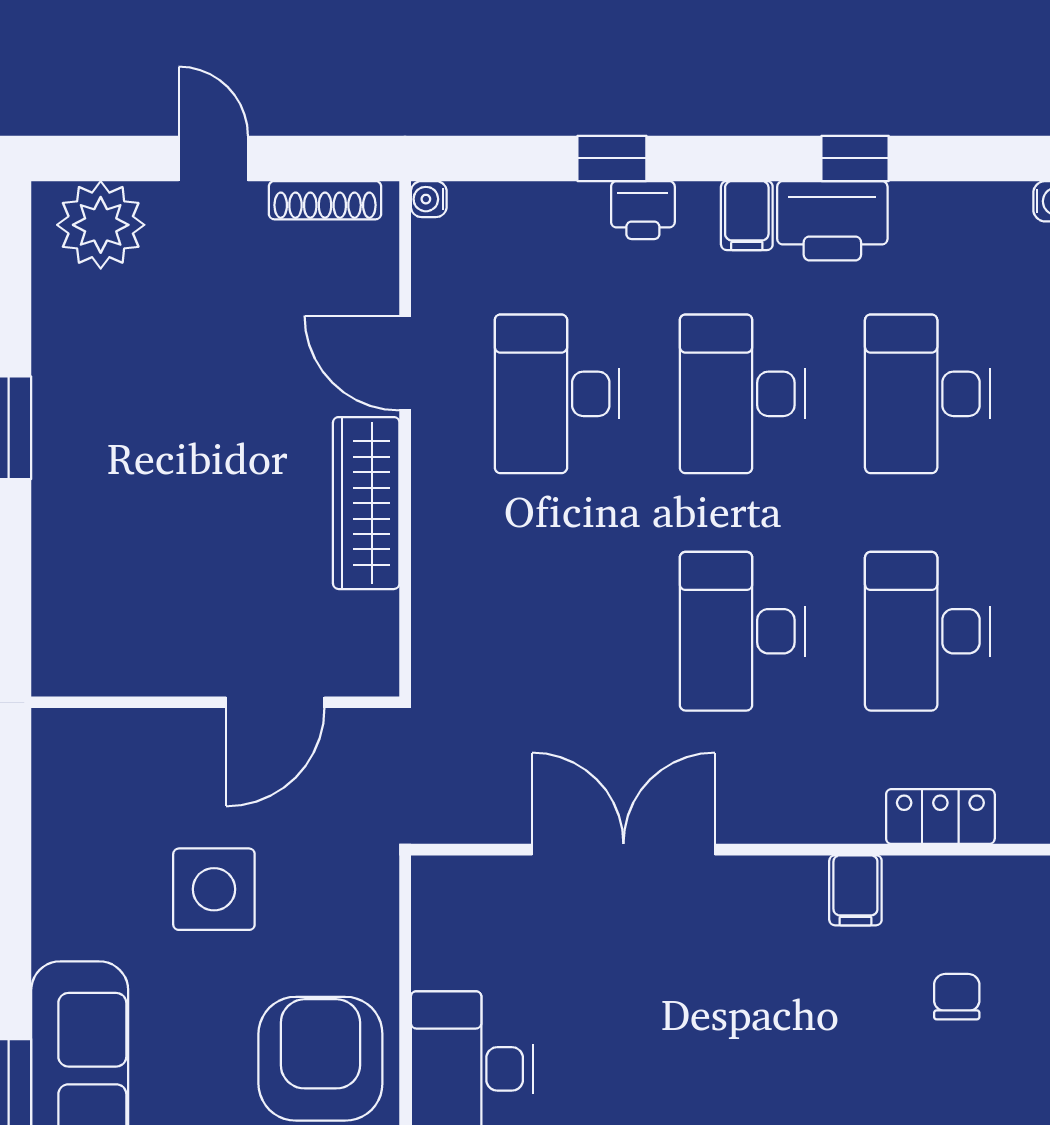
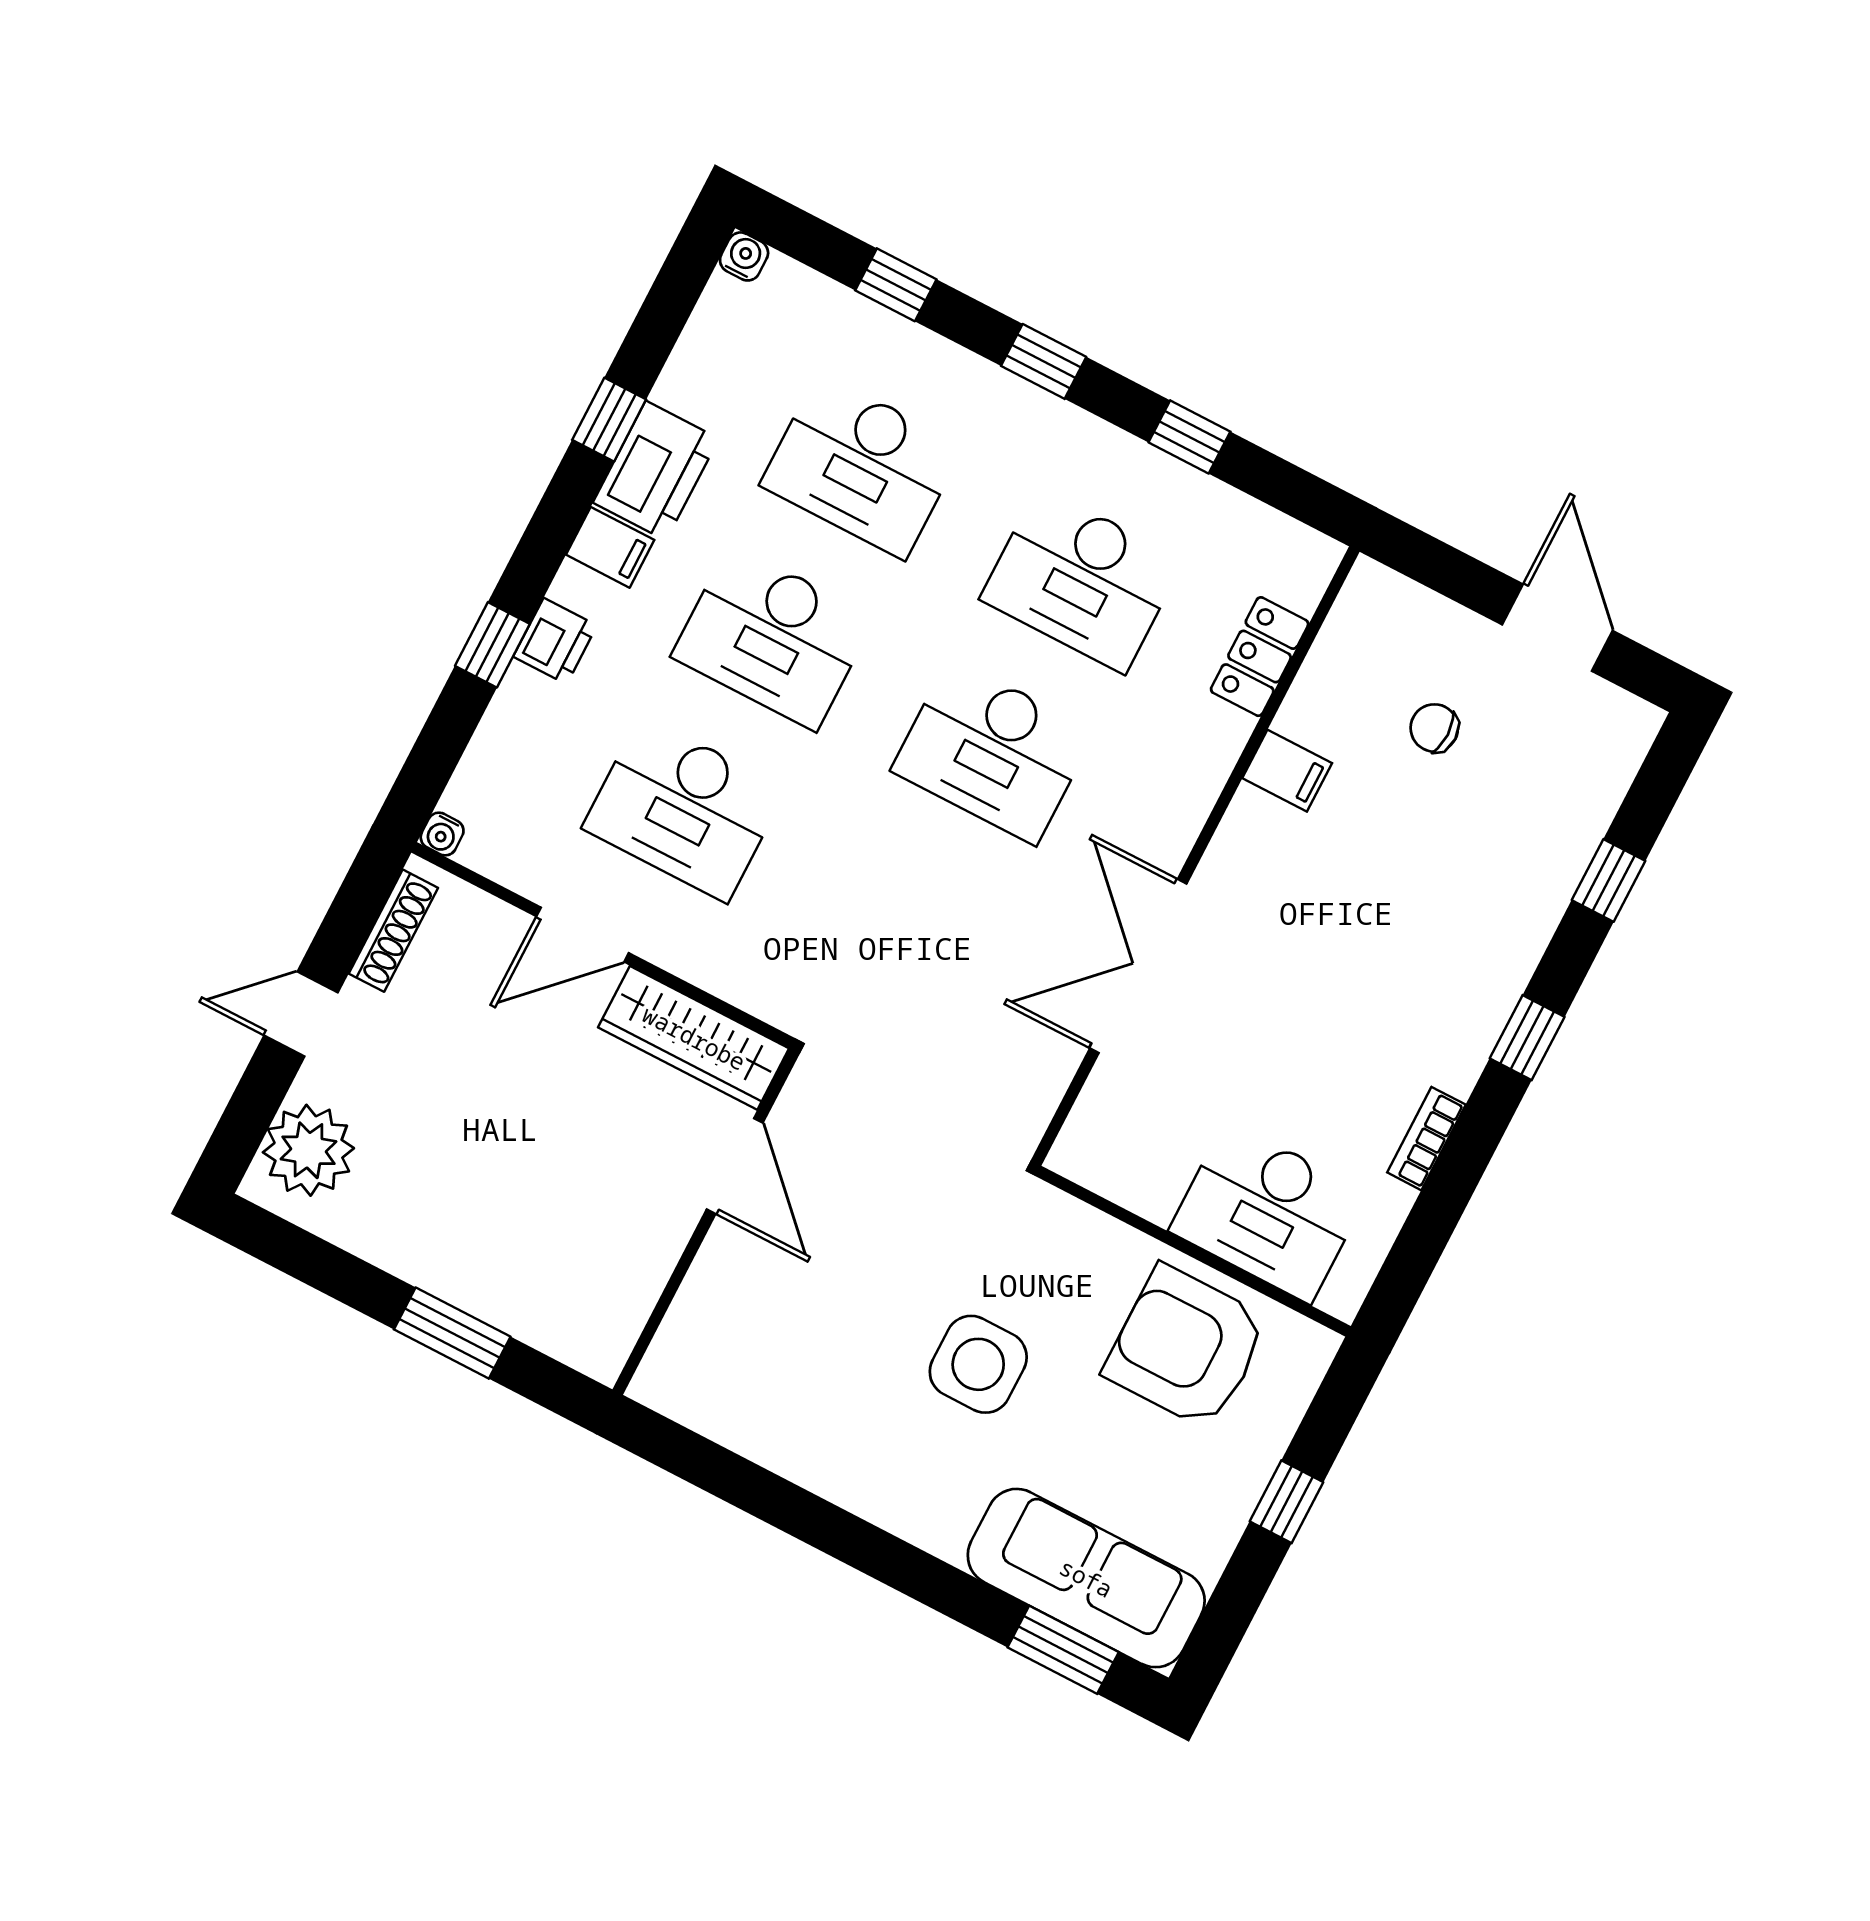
wall: (215, 702) -> (706, 1222), moved
door: (275, 702) -> (735, 1166), moved

